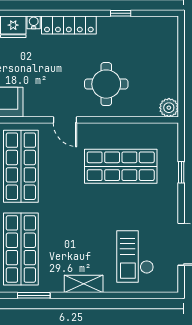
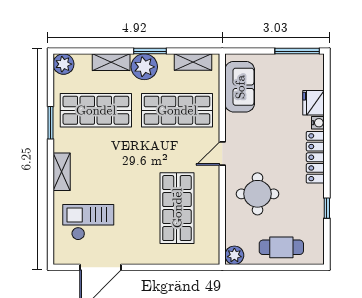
cafe table: (161, 60) -> (281, 247), added
window: (181, 172) -> (171, 267), removed

